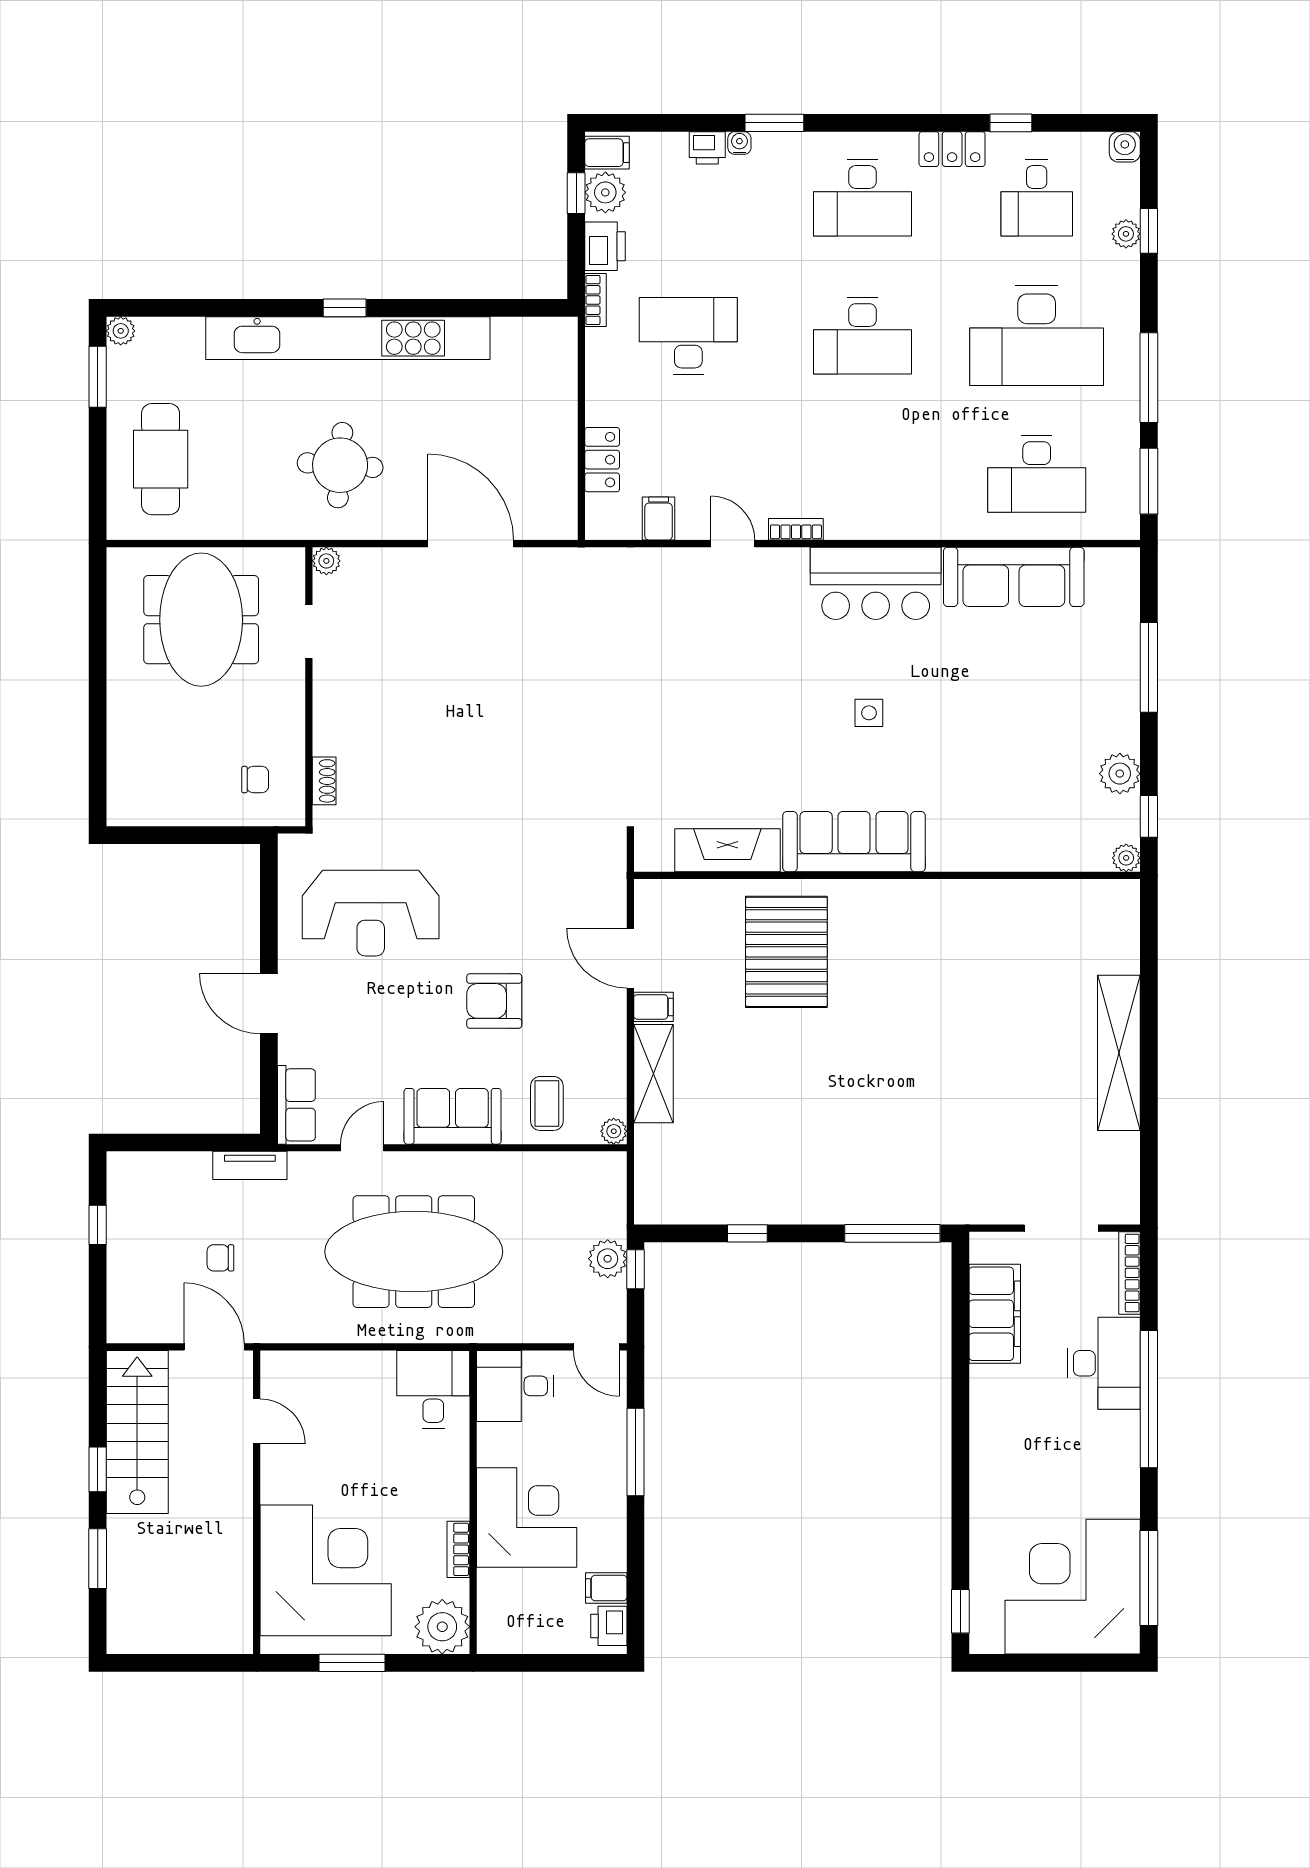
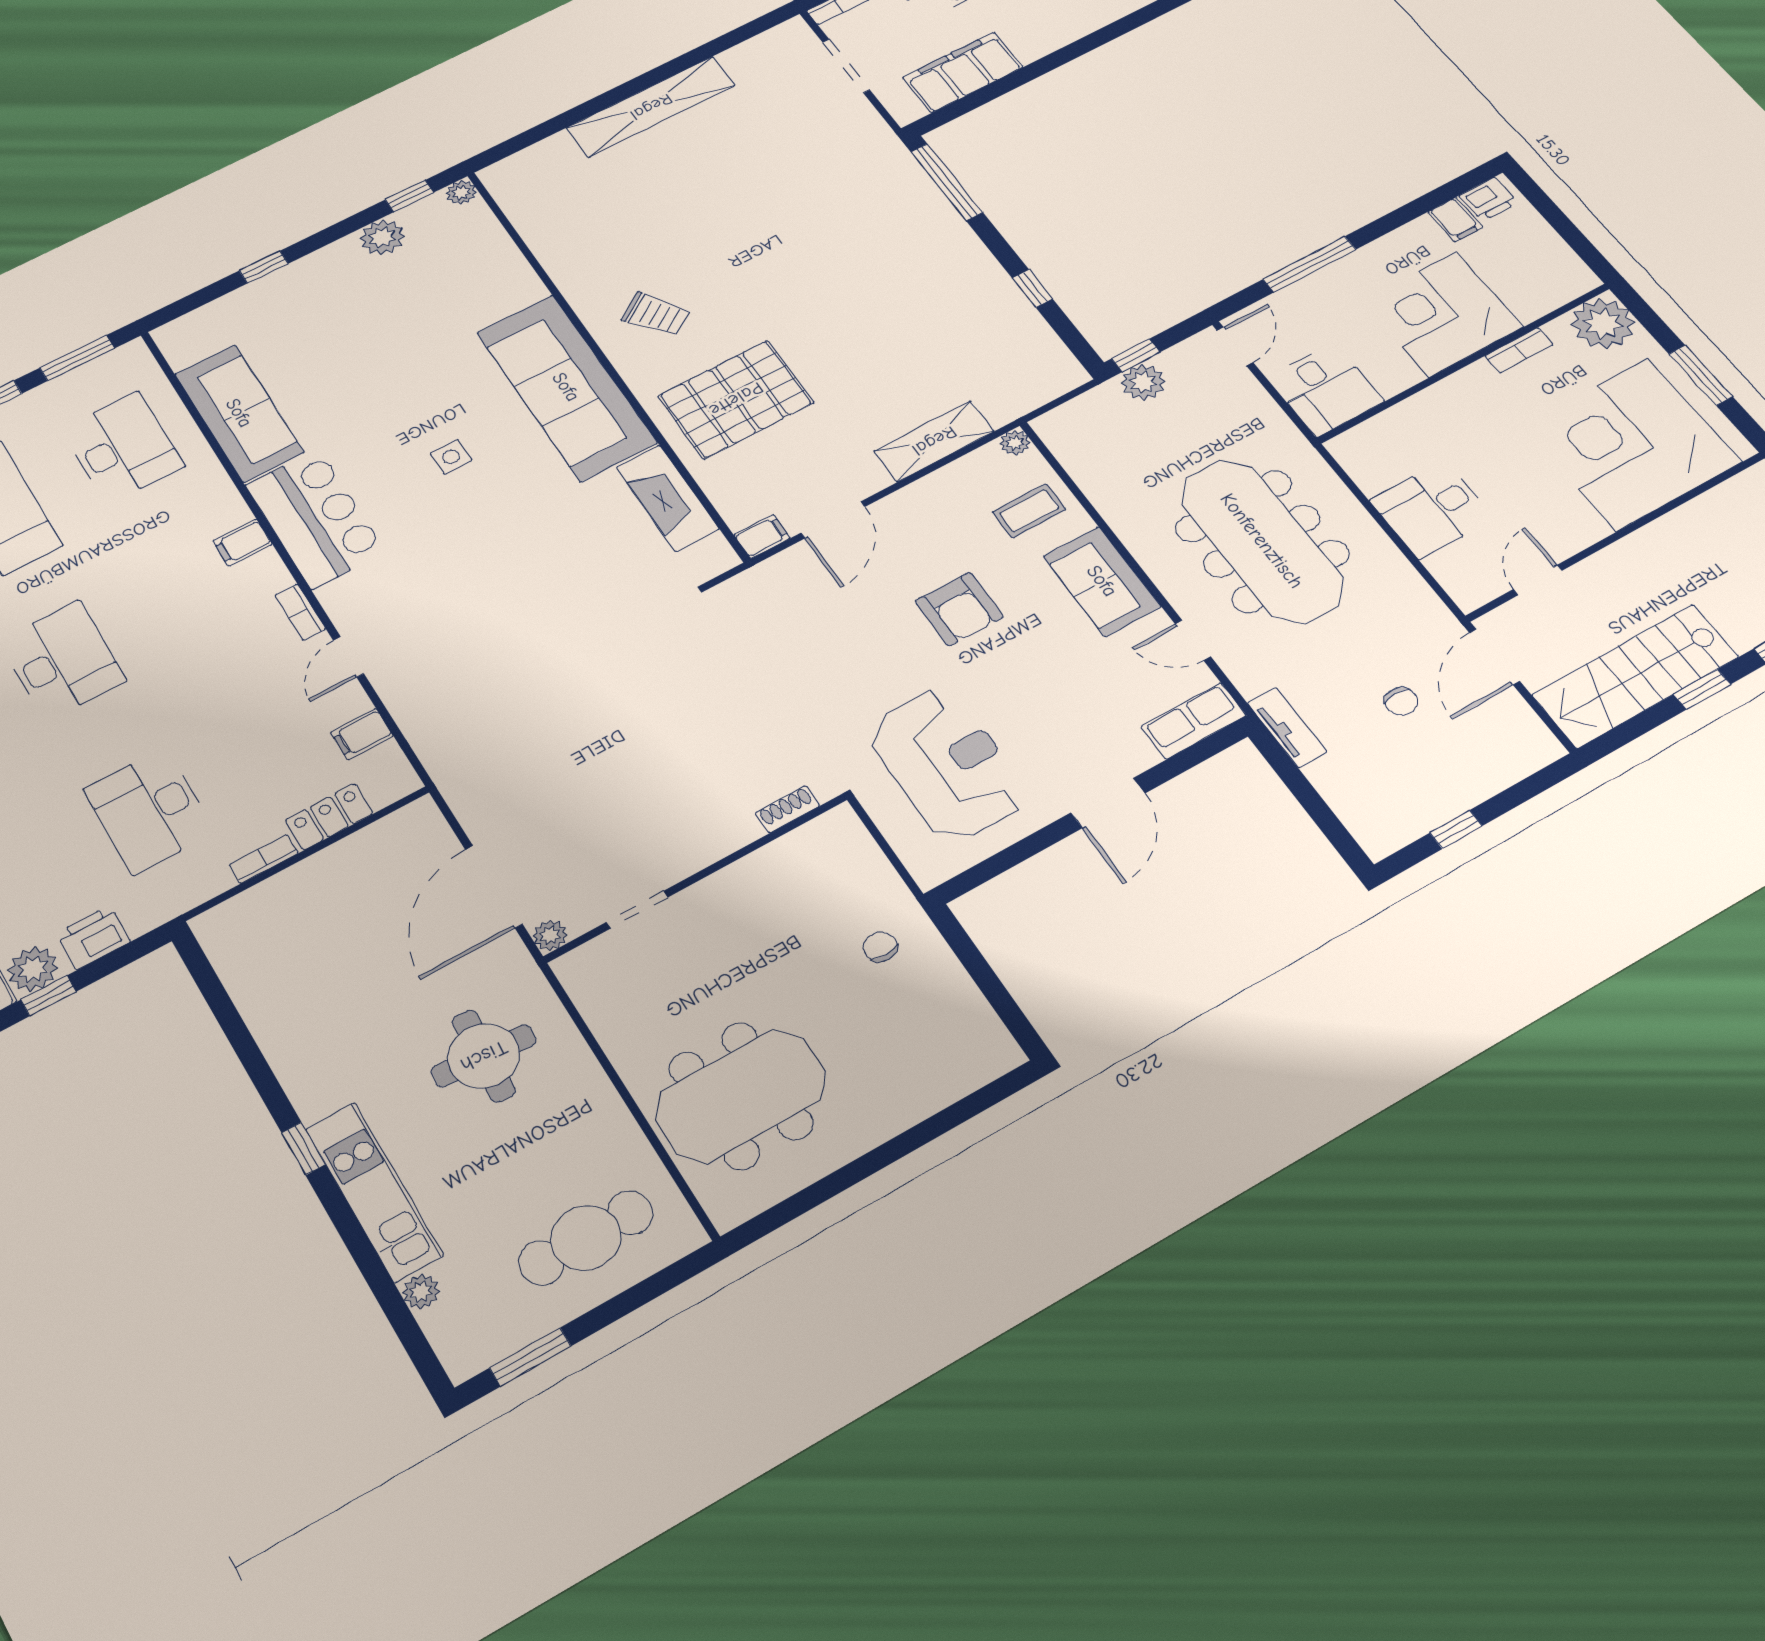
bookcase: (596, 300) -> (264, 859), moved
plant: (121, 331) -> (421, 1292), moved
kitchen unit: (348, 338) -> (374, 1192), width x0.54
filing cabinet: (888, 519) -> (243, 542), added
plant: (326, 561) -> (550, 935), moved
doorway: (309, 632) -> (637, 910), moved
window: (1149, 667) -> (264, 267), width x0.46
wall: (309, 687) -> (696, 877), moved
shoe rack: (324, 781) -> (787, 809), moved
sofa: (854, 842) -> (566, 387), width x1.36, depth x1.27
trolley: (906, 939) -> (656, 314), added
filing cabinet: (653, 1007) -> (762, 536), moved, turned 90
desk: (433, 1390) -> (1432, 509), moved

